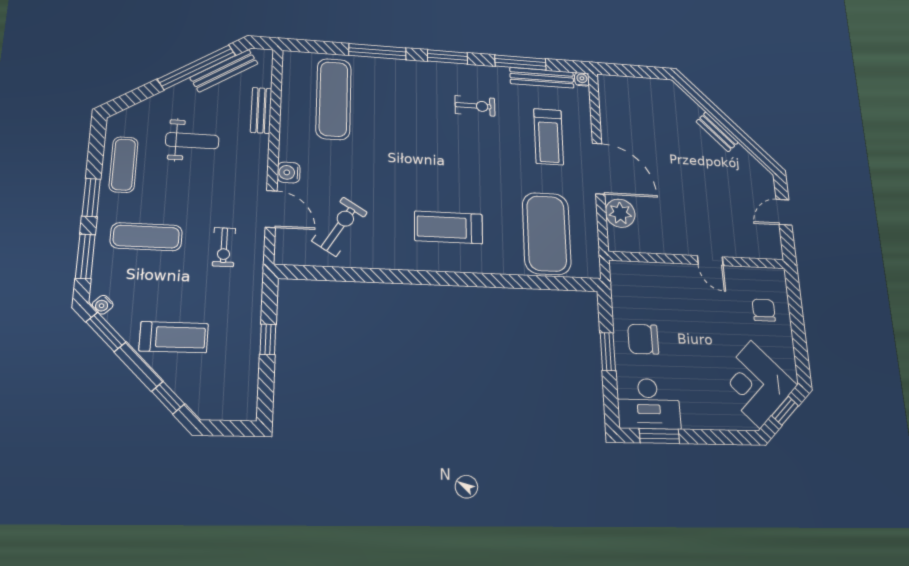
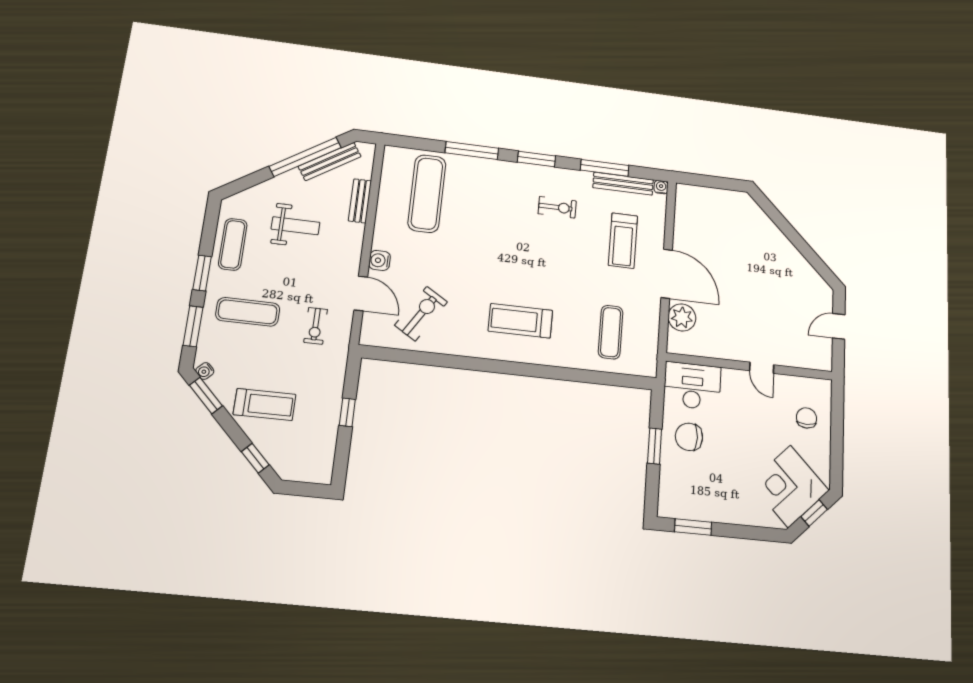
bench: (717, 132) -> (784, 245), removed
exercise mat: (547, 233) -> (611, 332), width x0.50, depth x0.69
desk: (648, 404) -> (692, 386), moved, turned 180

